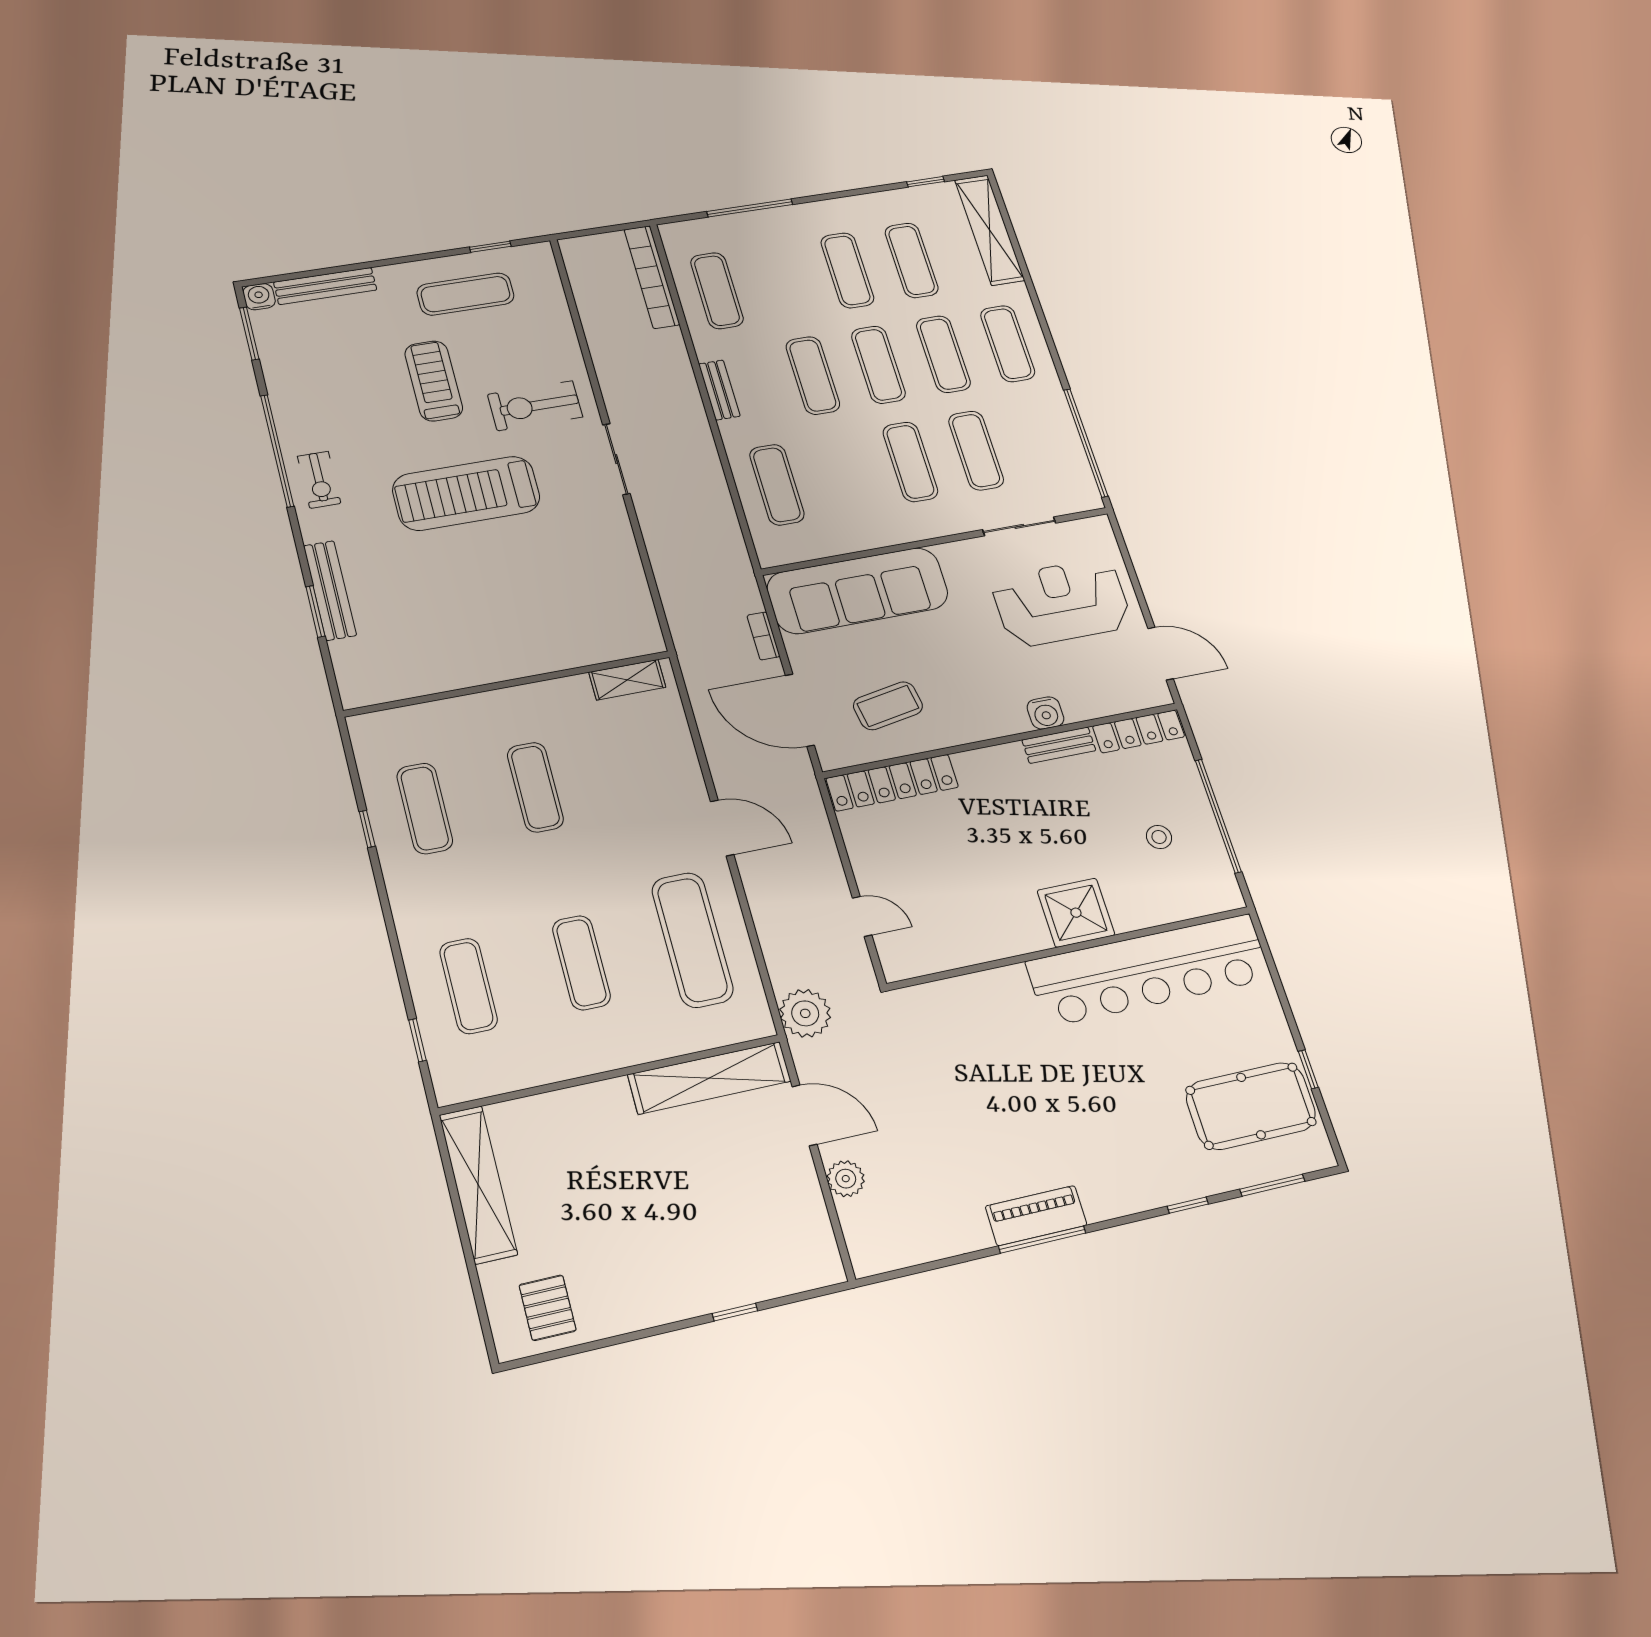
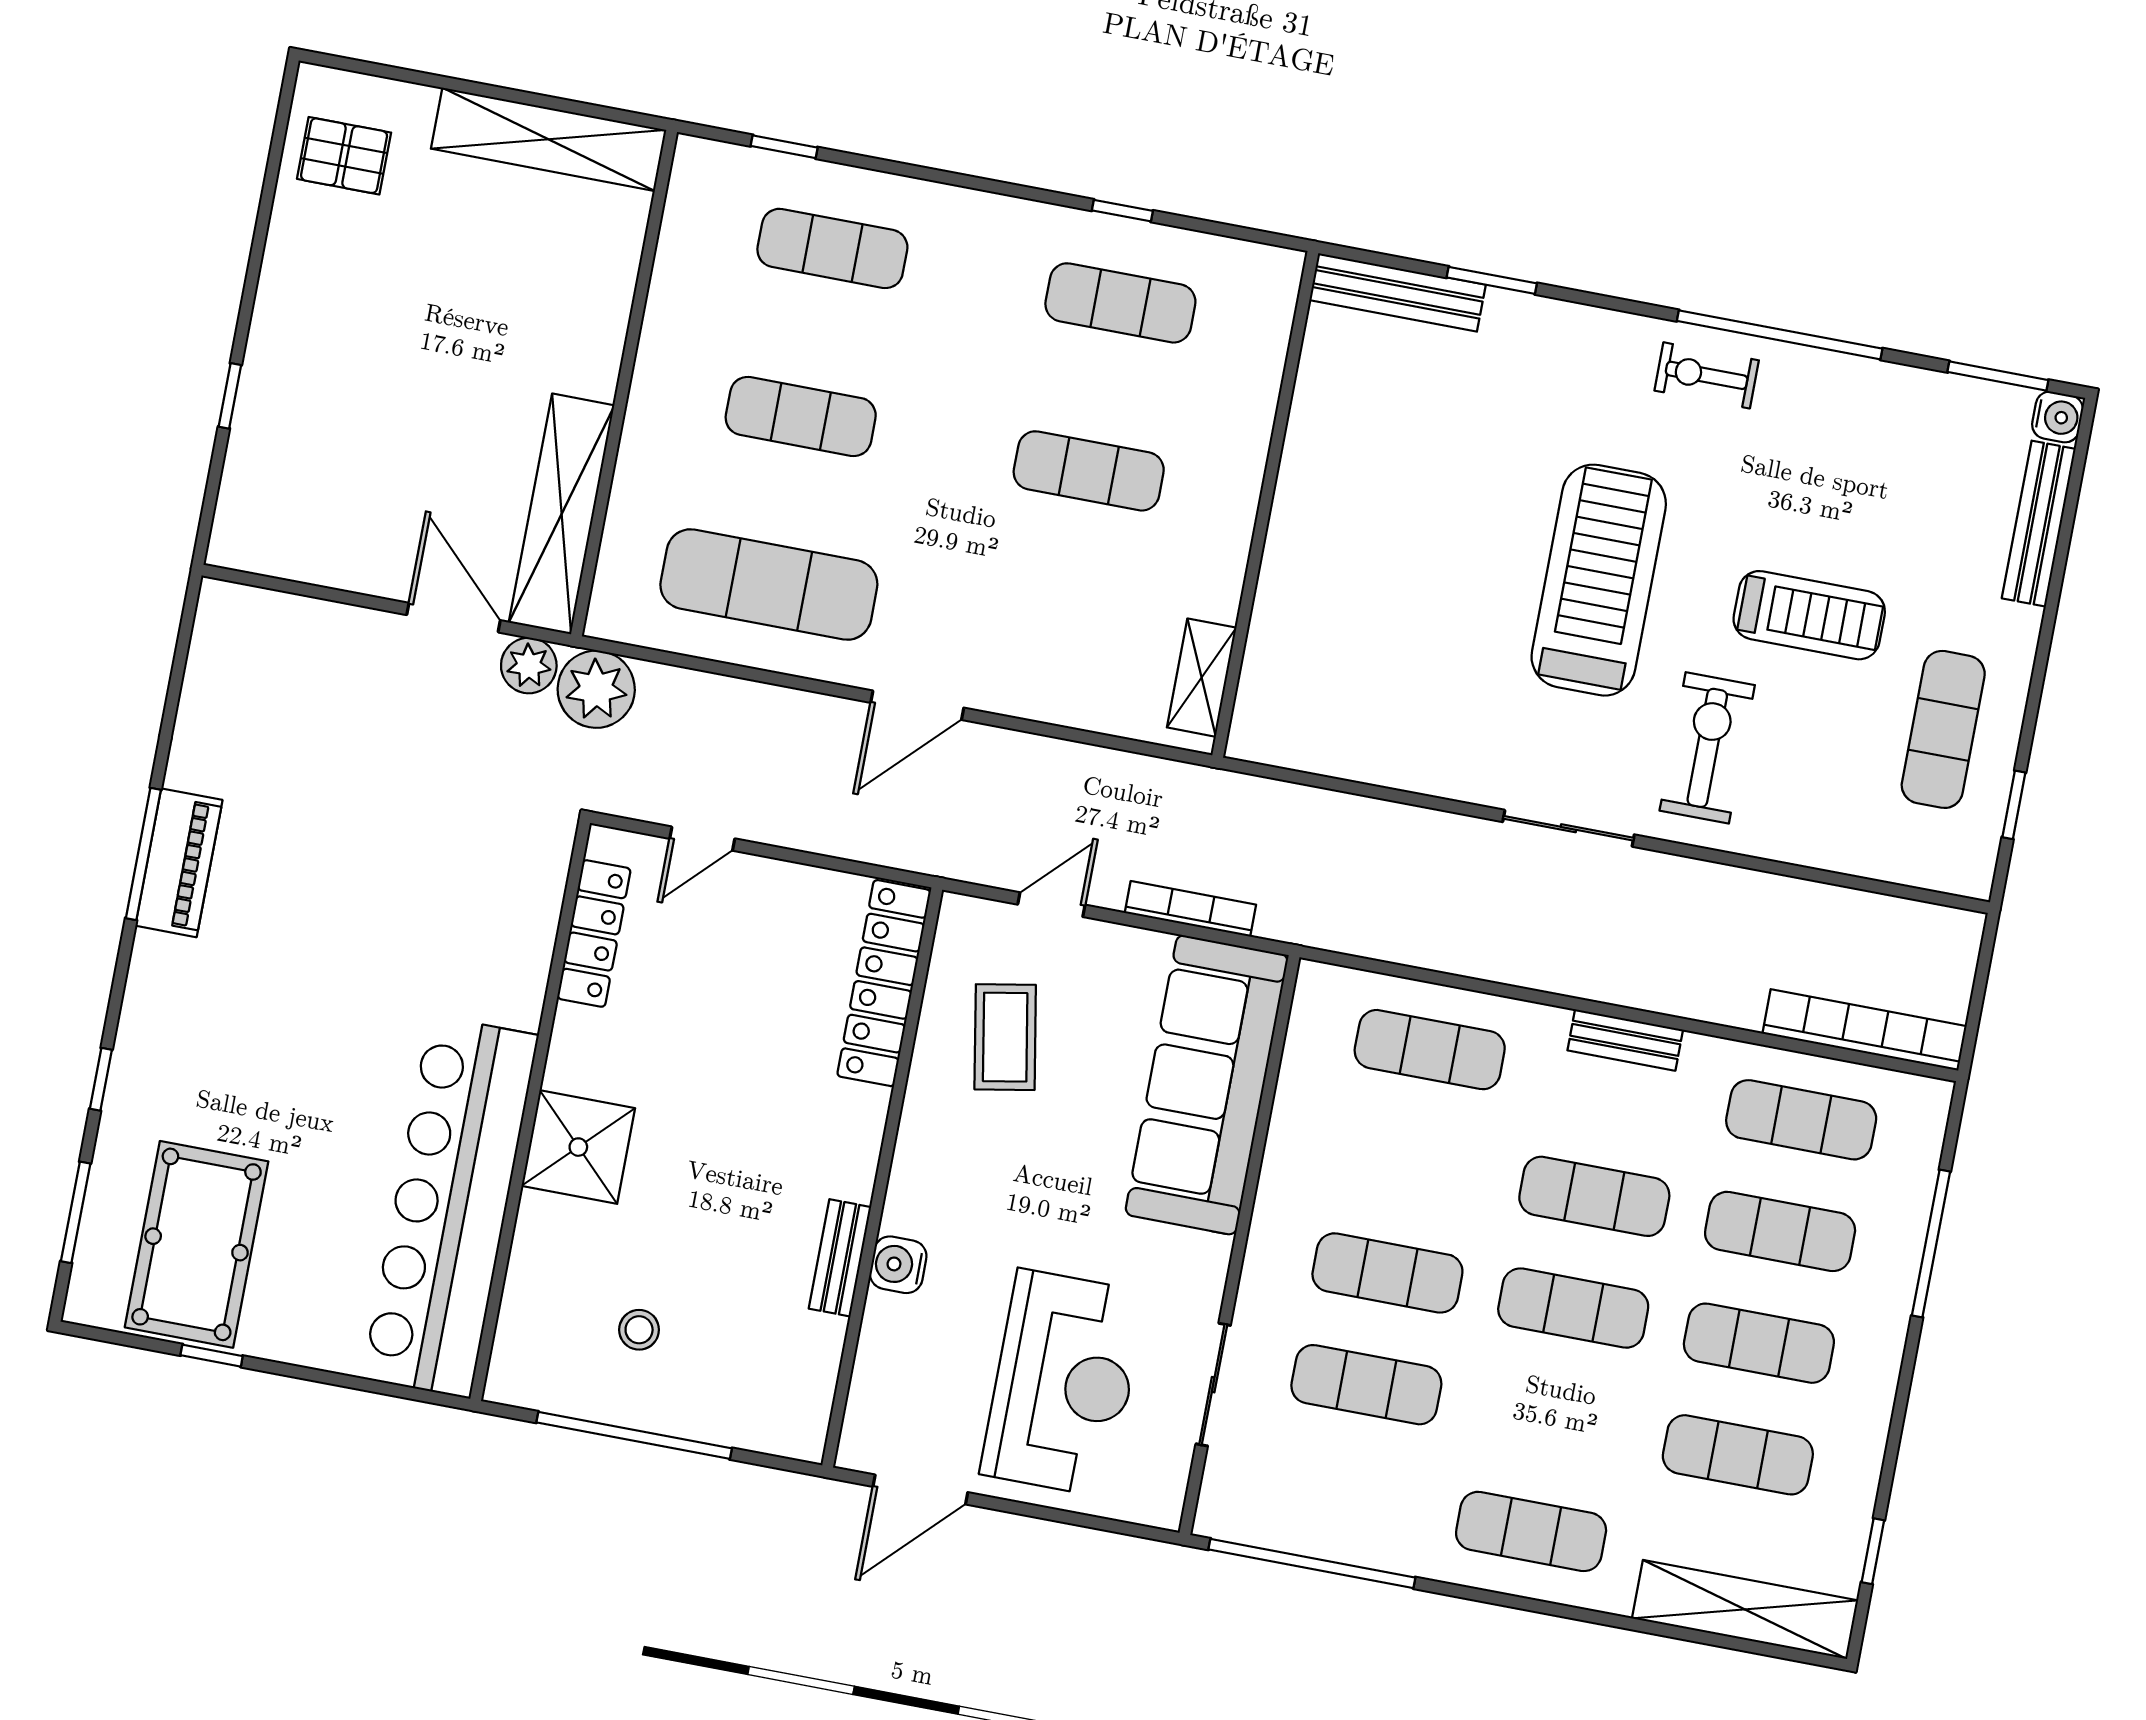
exercise mat: (943, 354) -> (1780, 1231), moved
bench: (330, 590) -> (1398, 292), moved
bookcase: (763, 636) -> (1190, 909), width x1.56
door: (800, 710) -> (1051, 905), width x0.53
locker: (1139, 731) -> (594, 933), moved, turned 180
door: (804, 1115) -> (454, 618), swing flipped
plant: (846, 1179) -> (529, 666), moved

